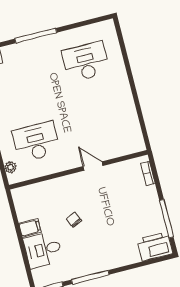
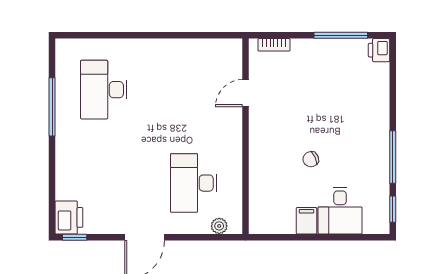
window: (36, 36) -> (52, 107), moved
door: (93, 166) -> (246, 93), moved
printer: (155, 247) -> (379, 50), width x0.53, depth x0.68

